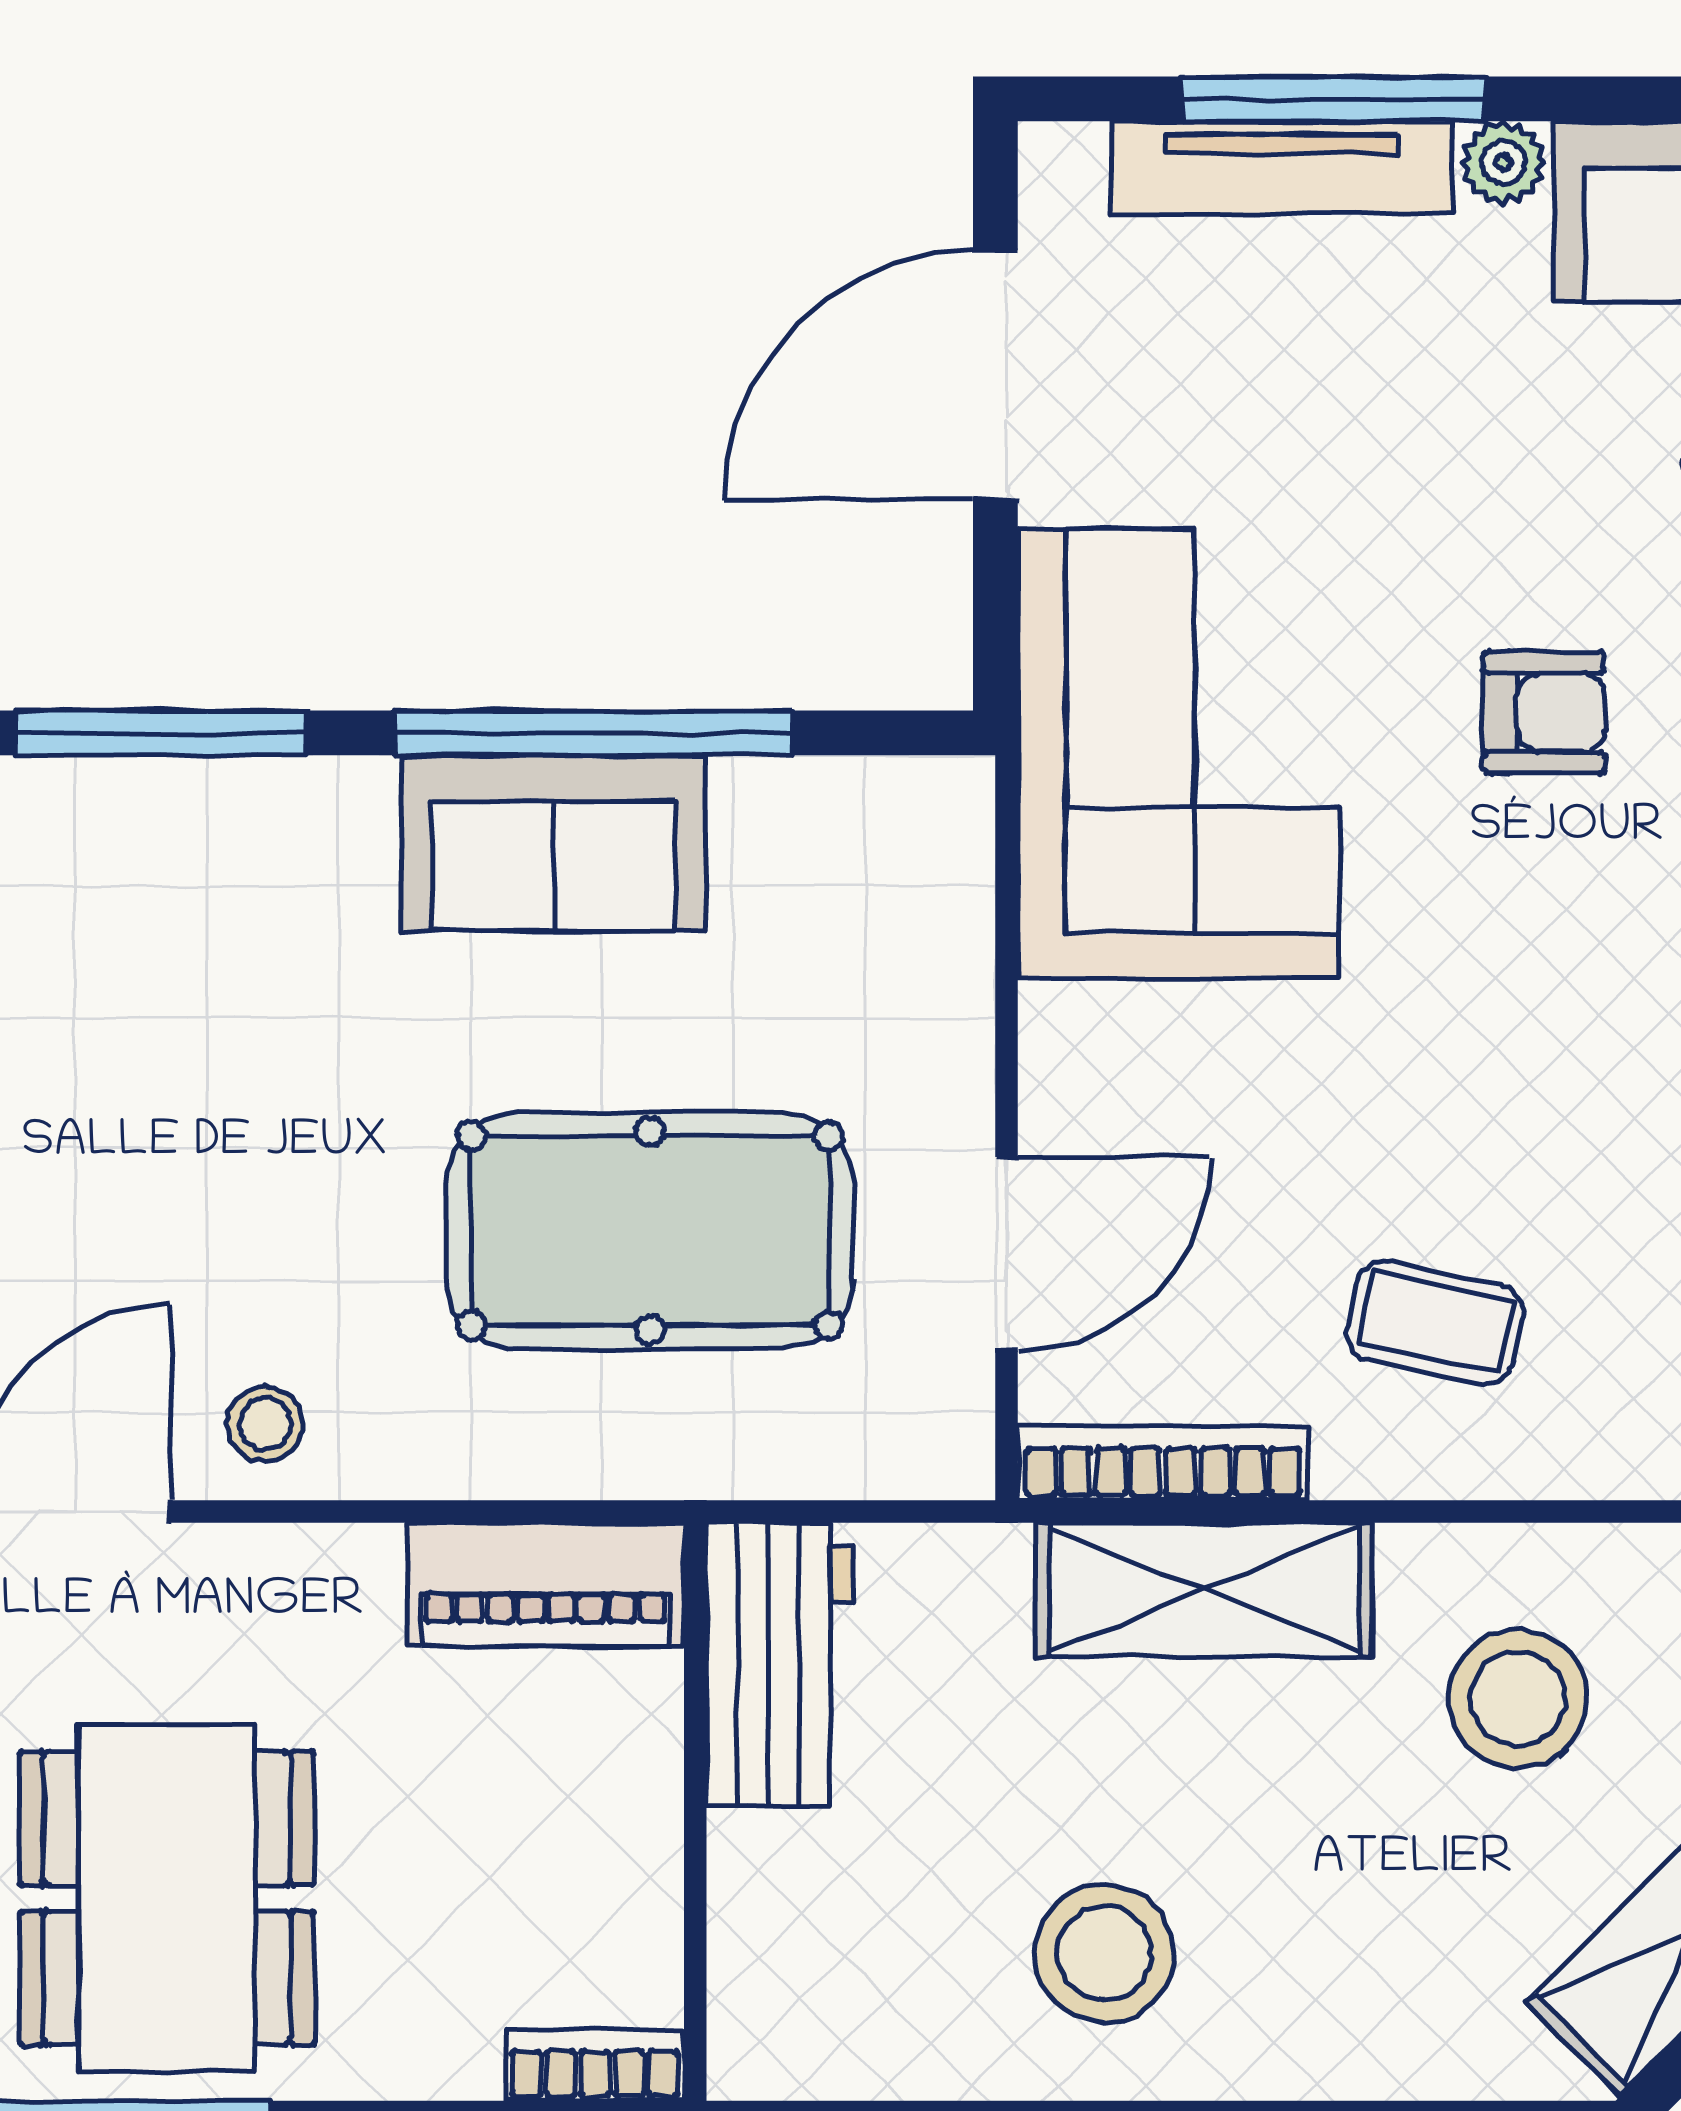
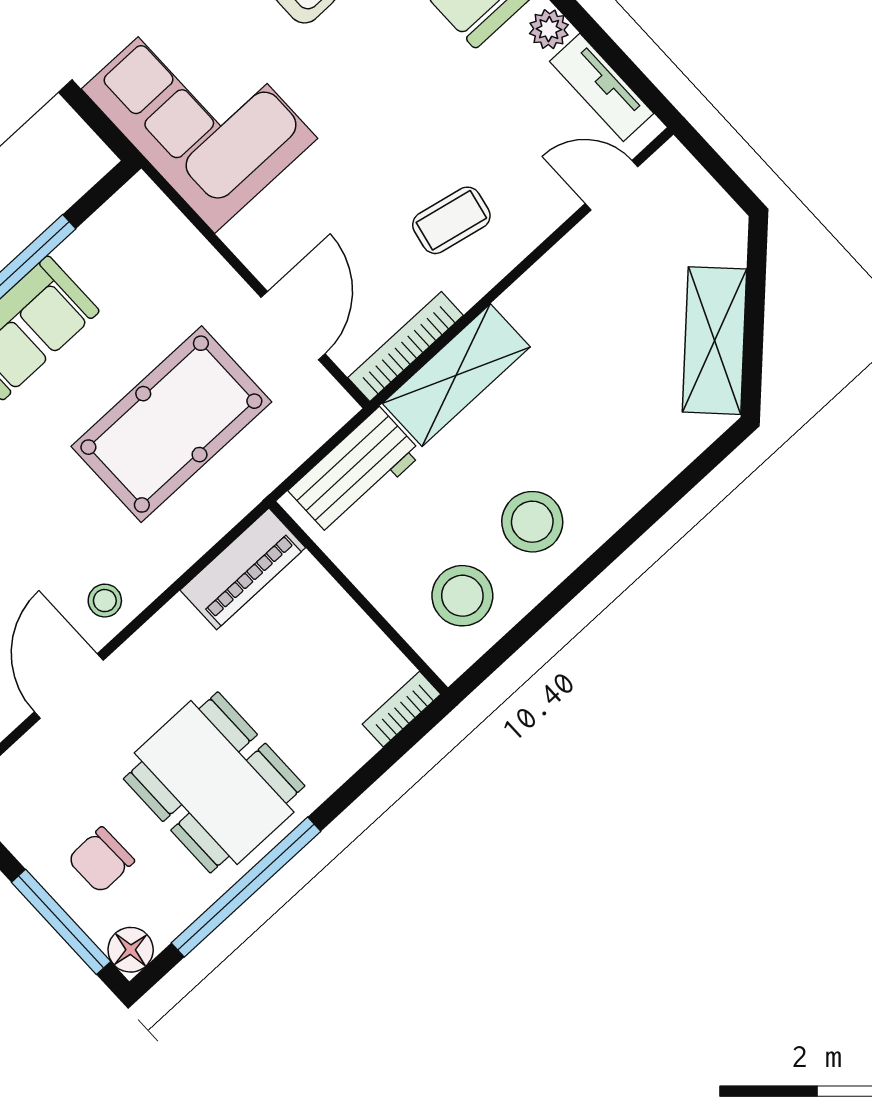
workbench: (780, 1665) -> (355, 472), moved, turned 90
stool: (1518, 1699) -> (462, 596), moved

